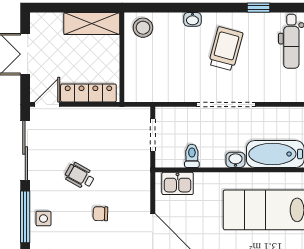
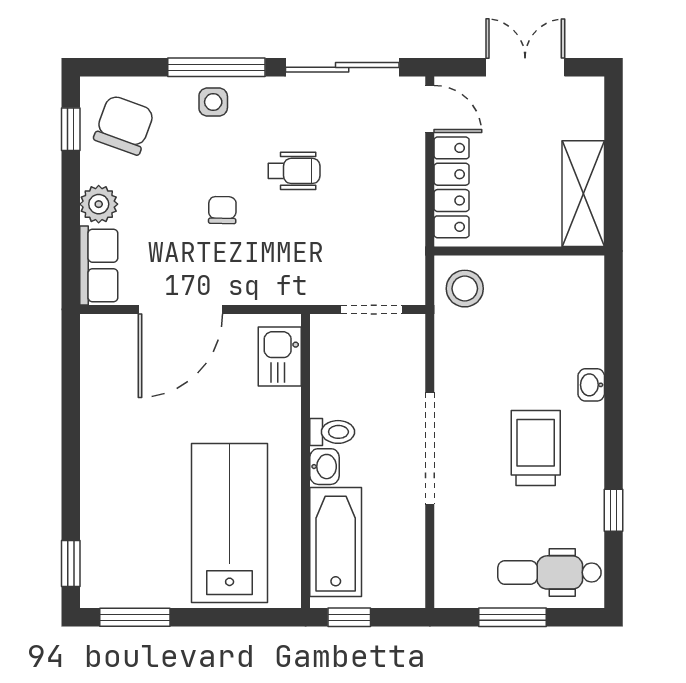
stool: (143, 28) -> (465, 289), moved
trolley: (226, 49) -> (536, 448), turned -105
toilet: (192, 156) -> (332, 432), moved
wheelchair: (80, 176) -> (294, 171), turned 61

